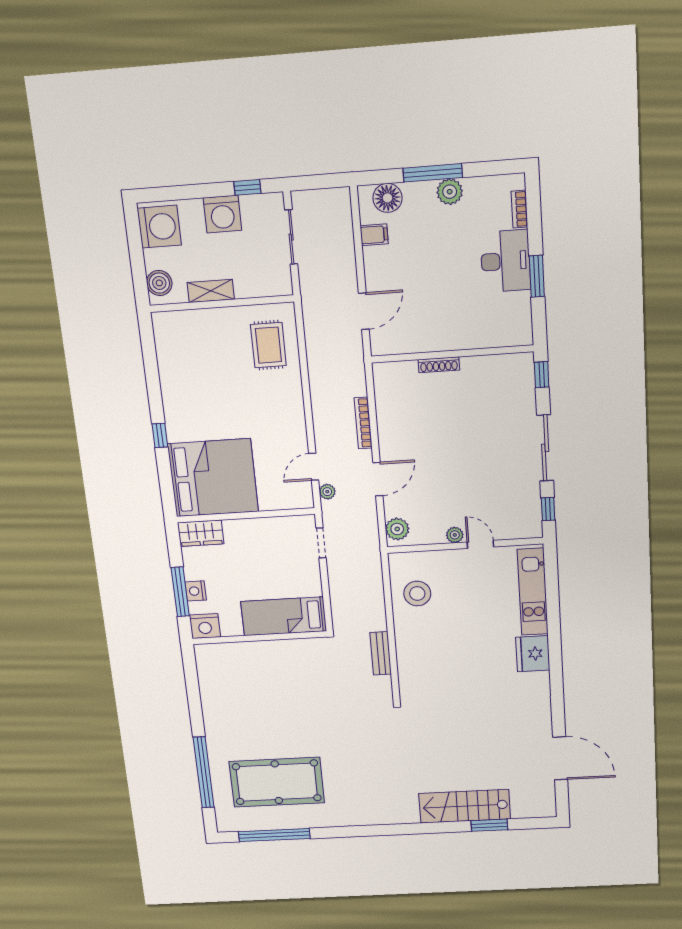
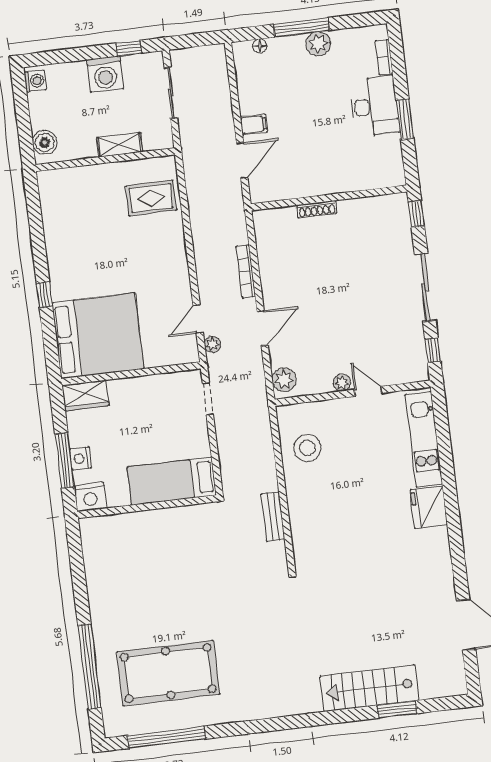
floor lamp: (387, 198) -> (260, 46), width x0.53, depth x0.53
washing machine: (159, 227) -> (35, 81), width x0.53, depth x0.53
filing cabinet: (374, 235) -> (254, 125), moved
shelving: (211, 291) -> (120, 145), moved
rug: (268, 345) -> (151, 198), turned 90

